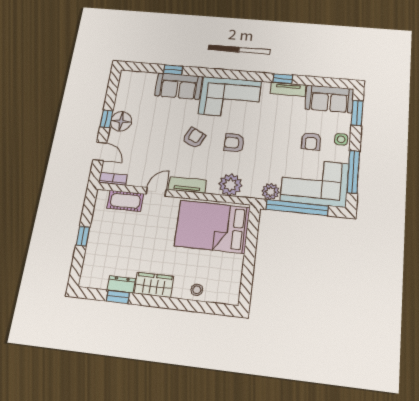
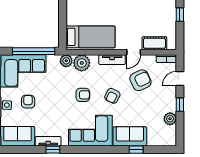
plant: (123, 103) -> (170, 119), added
floor lamp: (121, 121) -> (168, 104), removed
door: (100, 151) -> (180, 79), hinge flipped
armchair: (153, 154) -> (140, 80), added
plant: (271, 192) -> (66, 61), moved
bed: (212, 227) -> (91, 37), width x0.67

